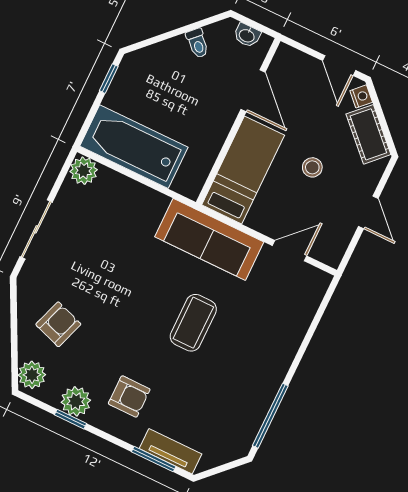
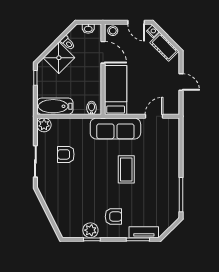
shower: (169, 62) -> (59, 58), added
bathtub: (134, 147) -> (55, 106), width x0.73, depth x0.73
stool: (312, 167) -> (113, 31), moved
bidet: (184, 181) -> (92, 108), added
armchair: (58, 324) -> (66, 154), moved, turned -109
plant: (32, 375) -> (65, 228), removed

